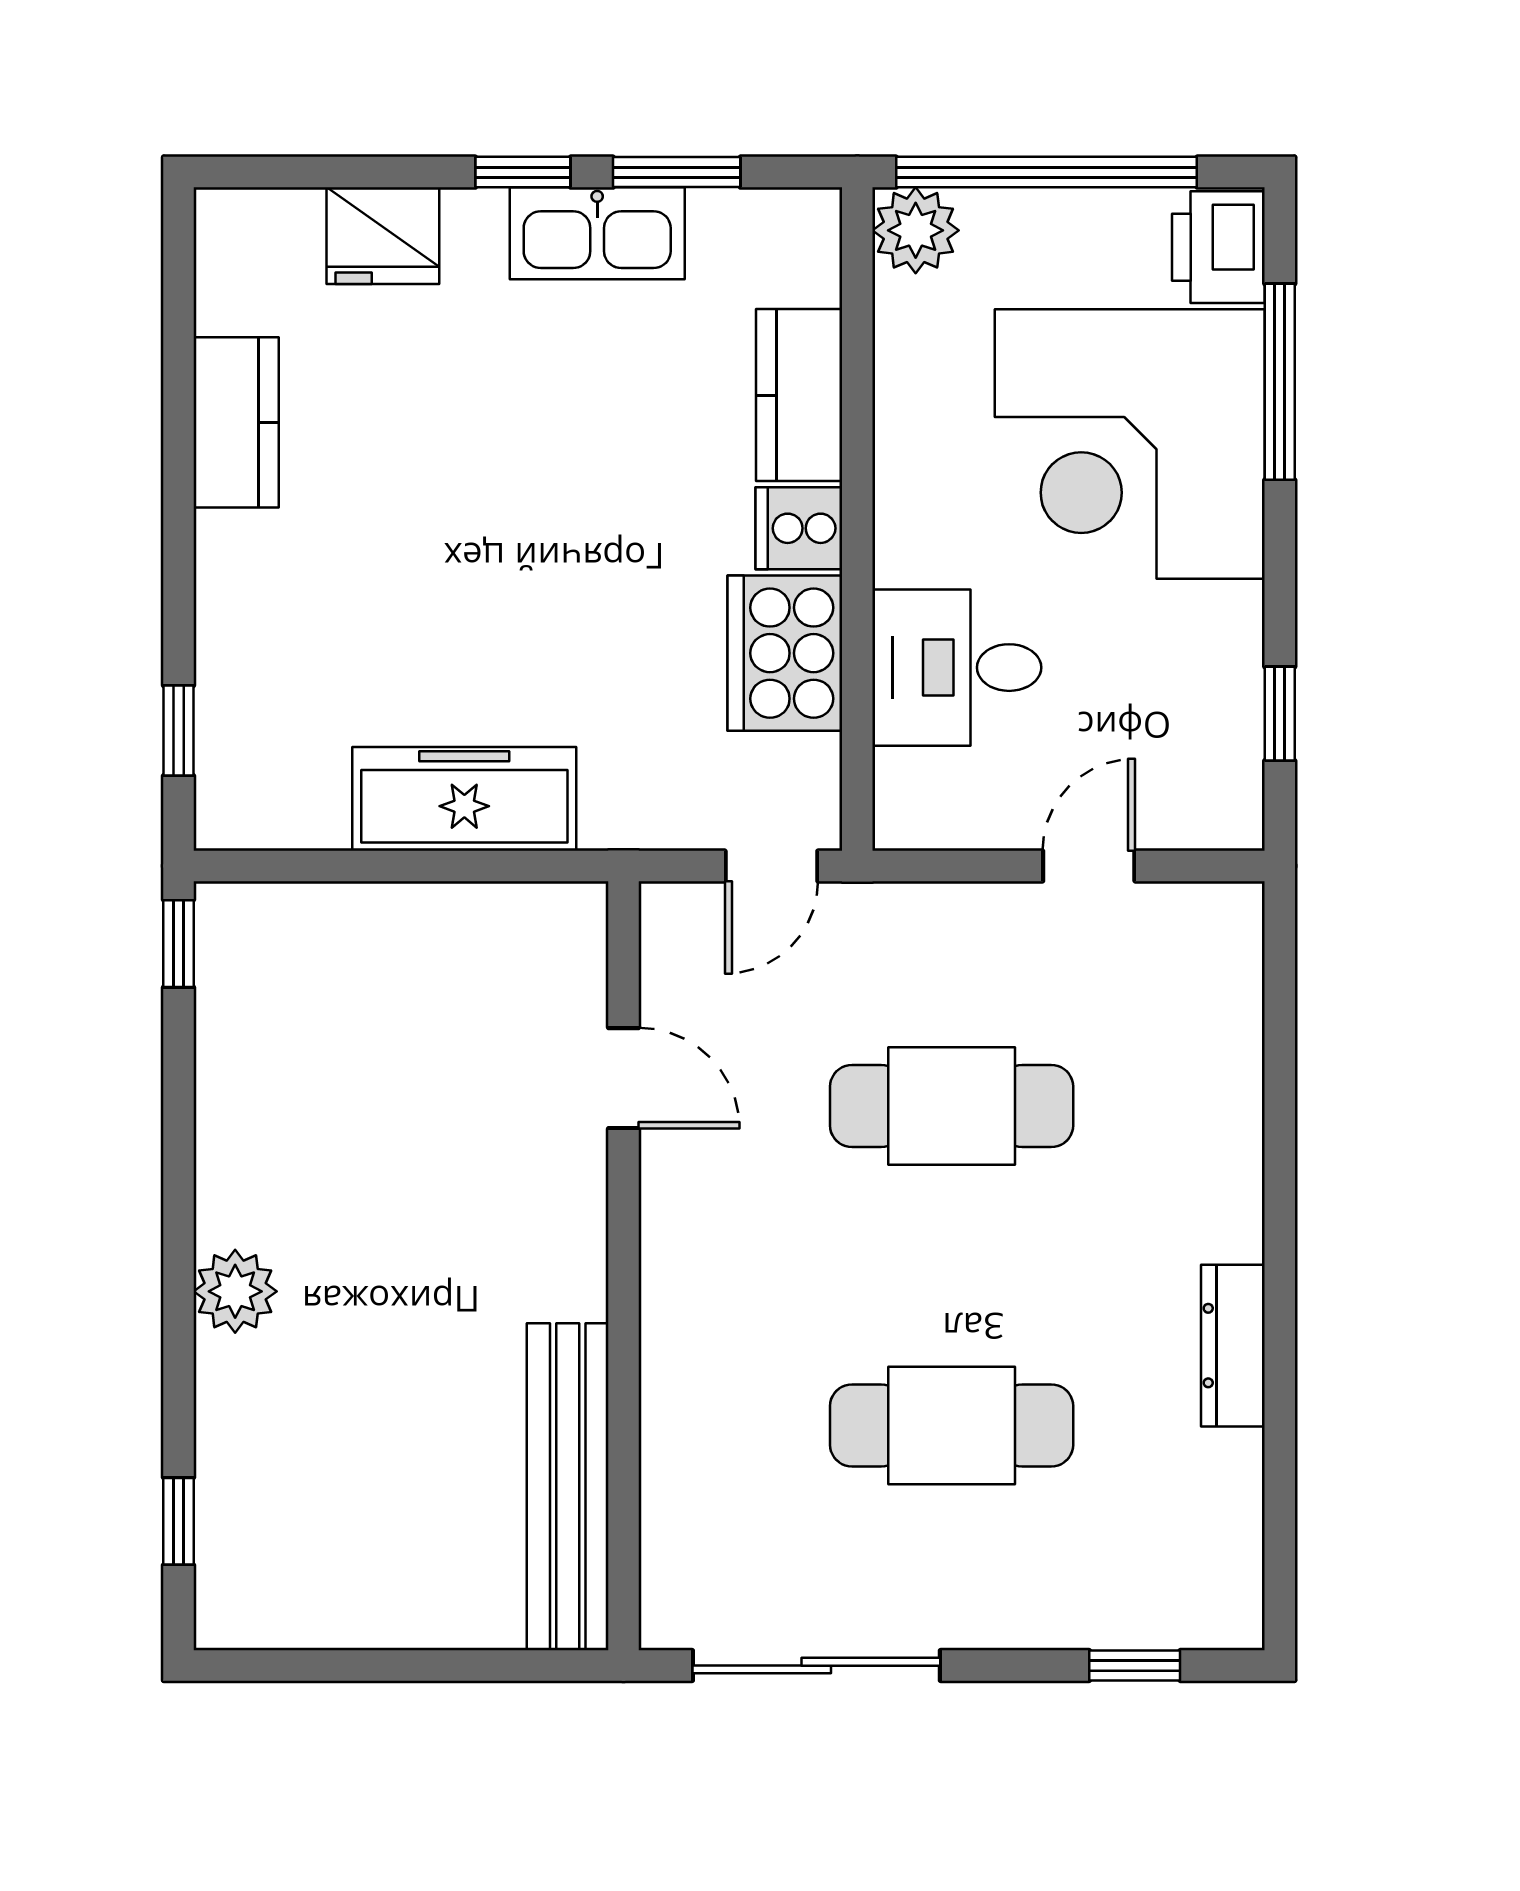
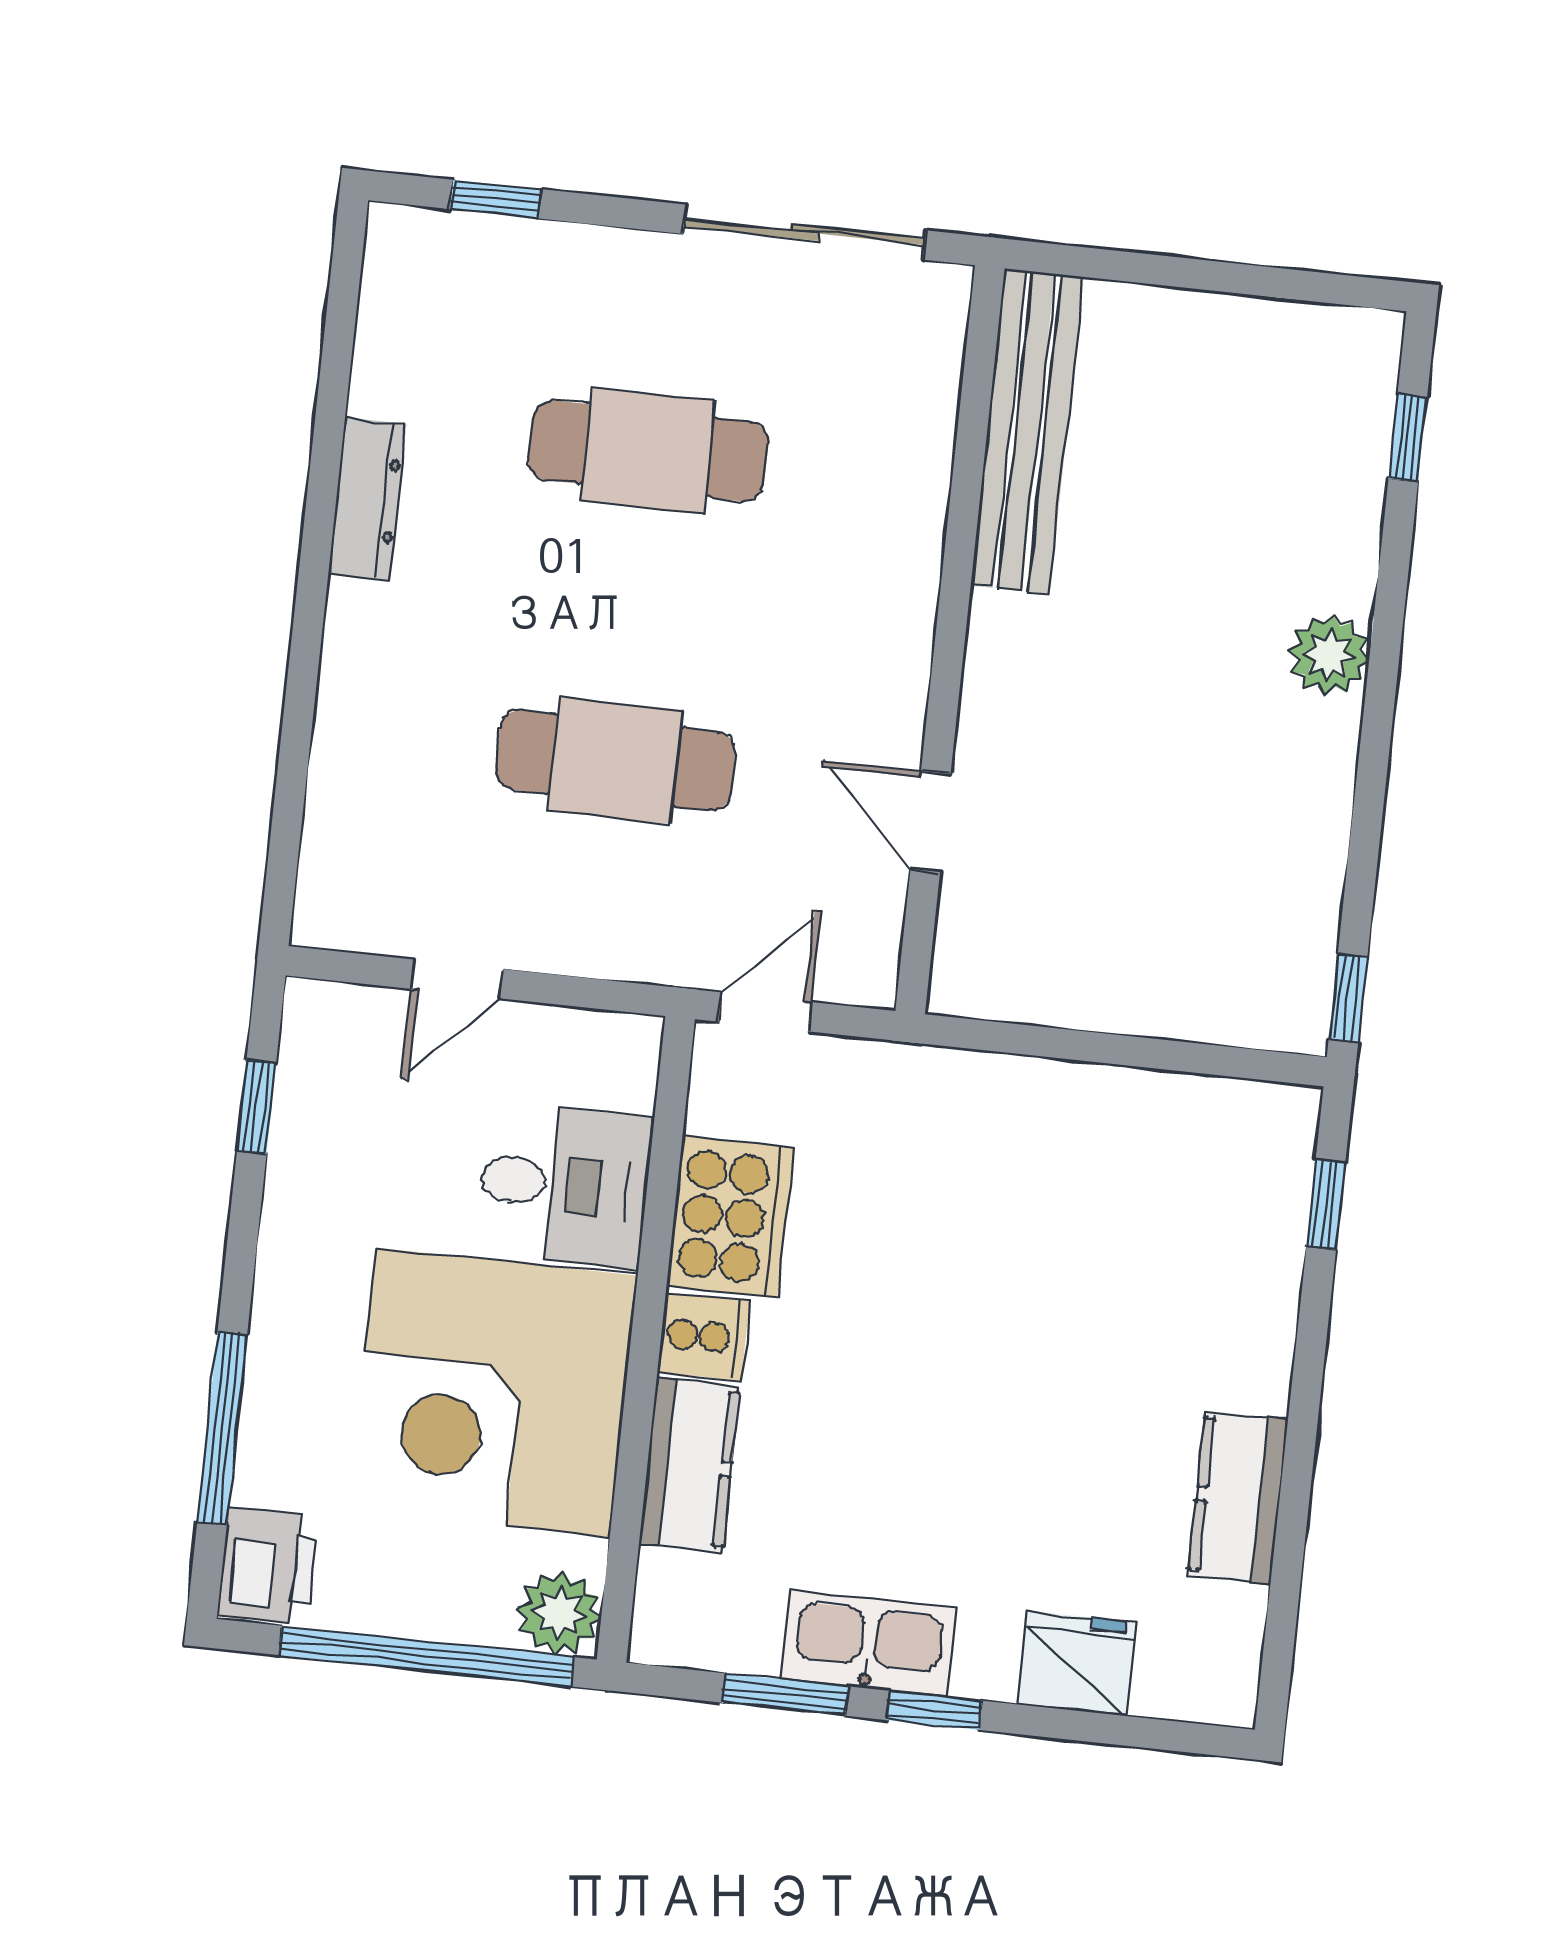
corner desk: (1130, 444) -> (493, 1392), moved, turned 180
freezer: (464, 799) -> (1056, 1109), removed

